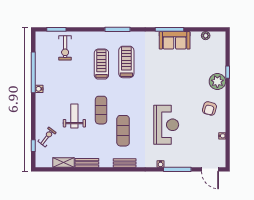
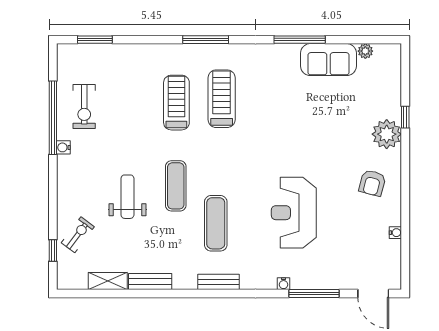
sofa: (175, 40) -> (328, 60), moved
exercise bike: (65, 48) -> (84, 106), moved
reception desk: (166, 125) -> (294, 213), turned 180

